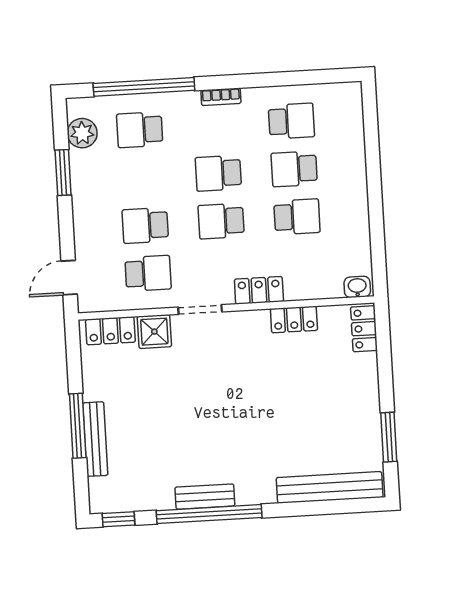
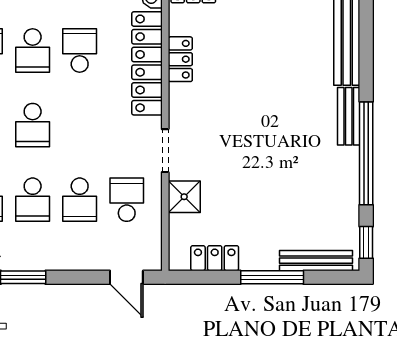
school desk: (221, 221) -> (33, 200), moved
locker: (259, 290) -> (147, 63), width x2.16, depth x1.21
locker: (110, 331) -> (215, 258), moved, turned -90
bench: (95, 439) -> (316, 261), moved
bench: (205, 497) -> (349, 116), moved

